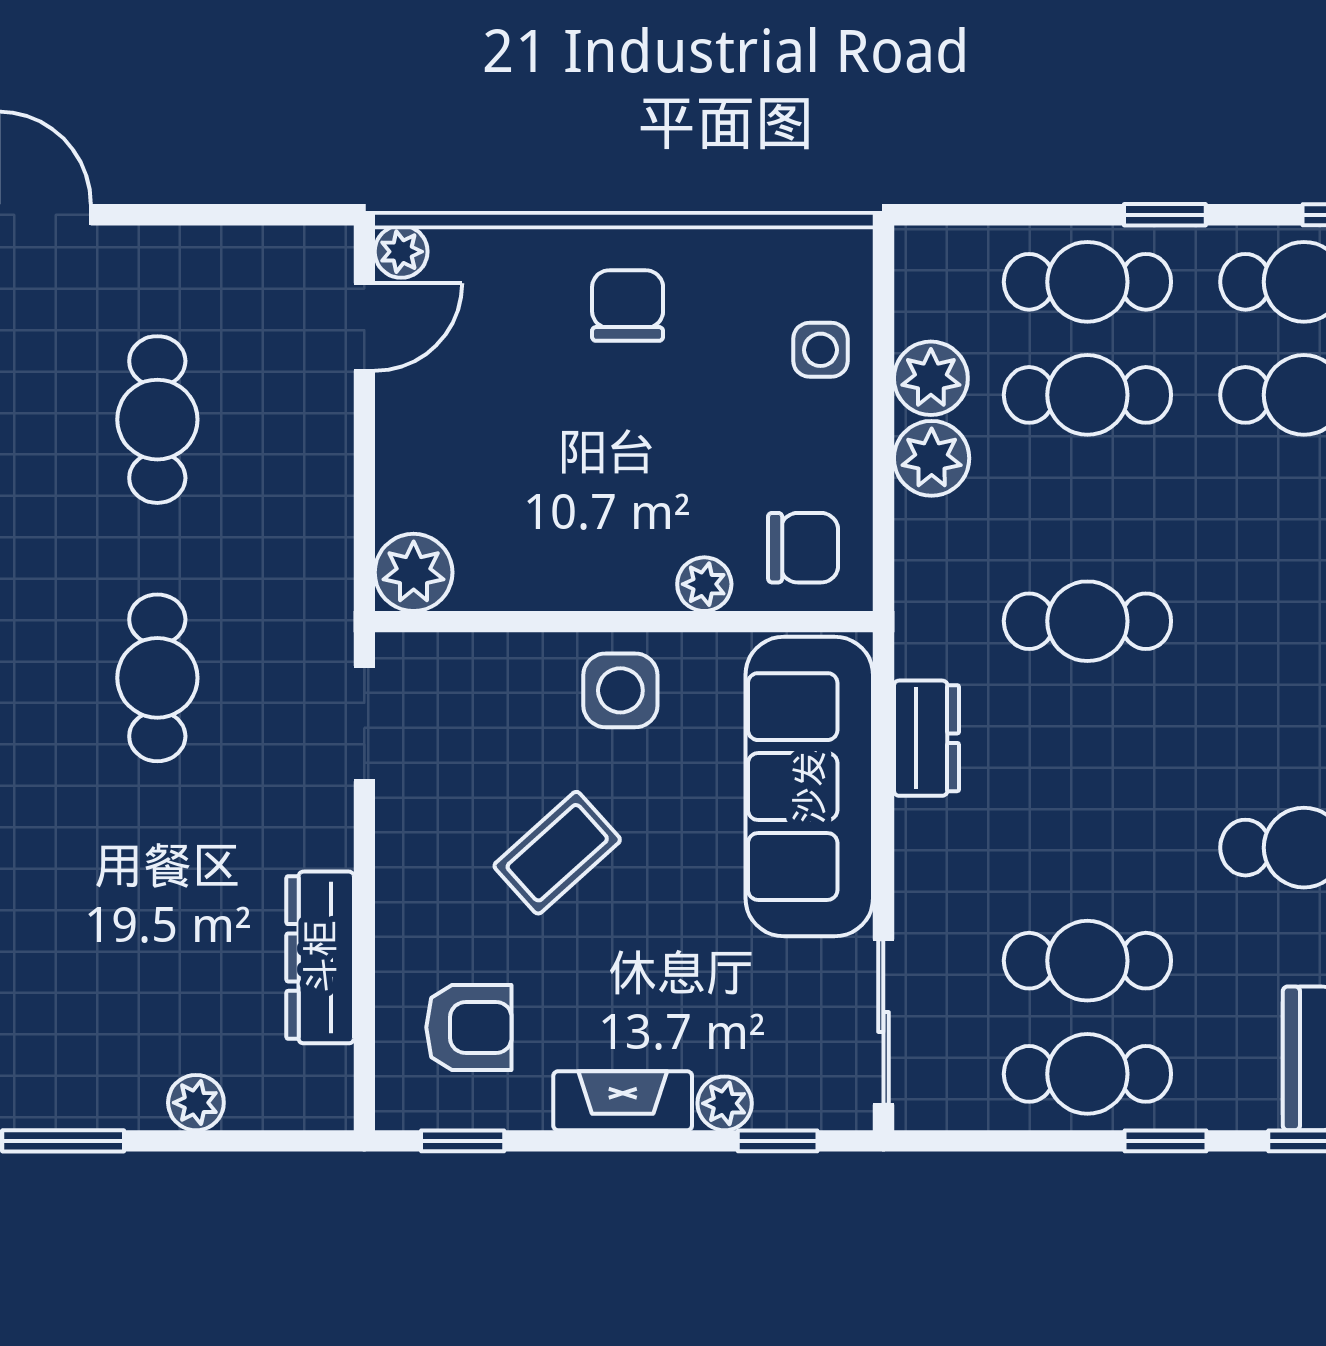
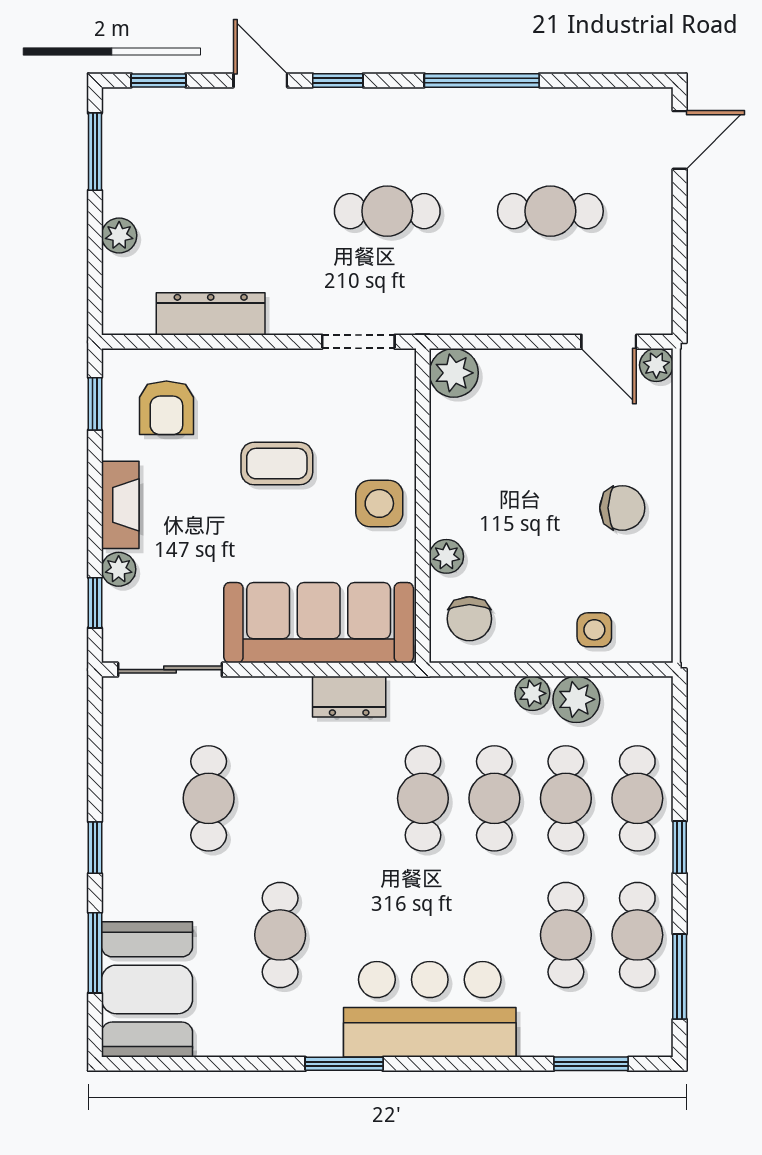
plant: (932, 458) -> (532, 693), width x0.73, depth x0.73
coffee table: (557, 853) -> (277, 464), turned -48
cafe table: (1087, 1074) -> (494, 798), moved

